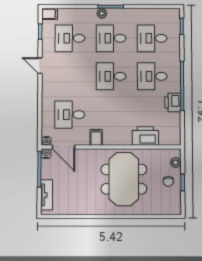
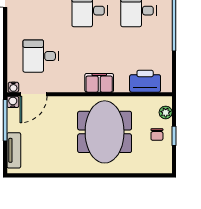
printer: (173, 103) -> (163, 42), removed
printer: (145, 136) -> (145, 81), moved
filing cabinet: (96, 137) -> (99, 83), moved, width x2.00
door: (64, 147) -> (33, 94), hinge flipped

